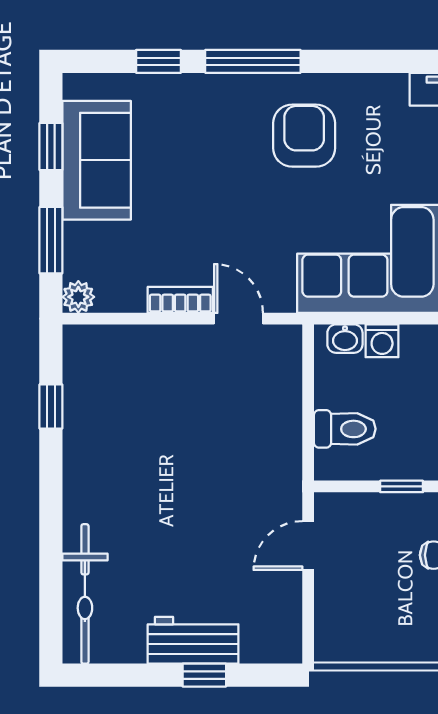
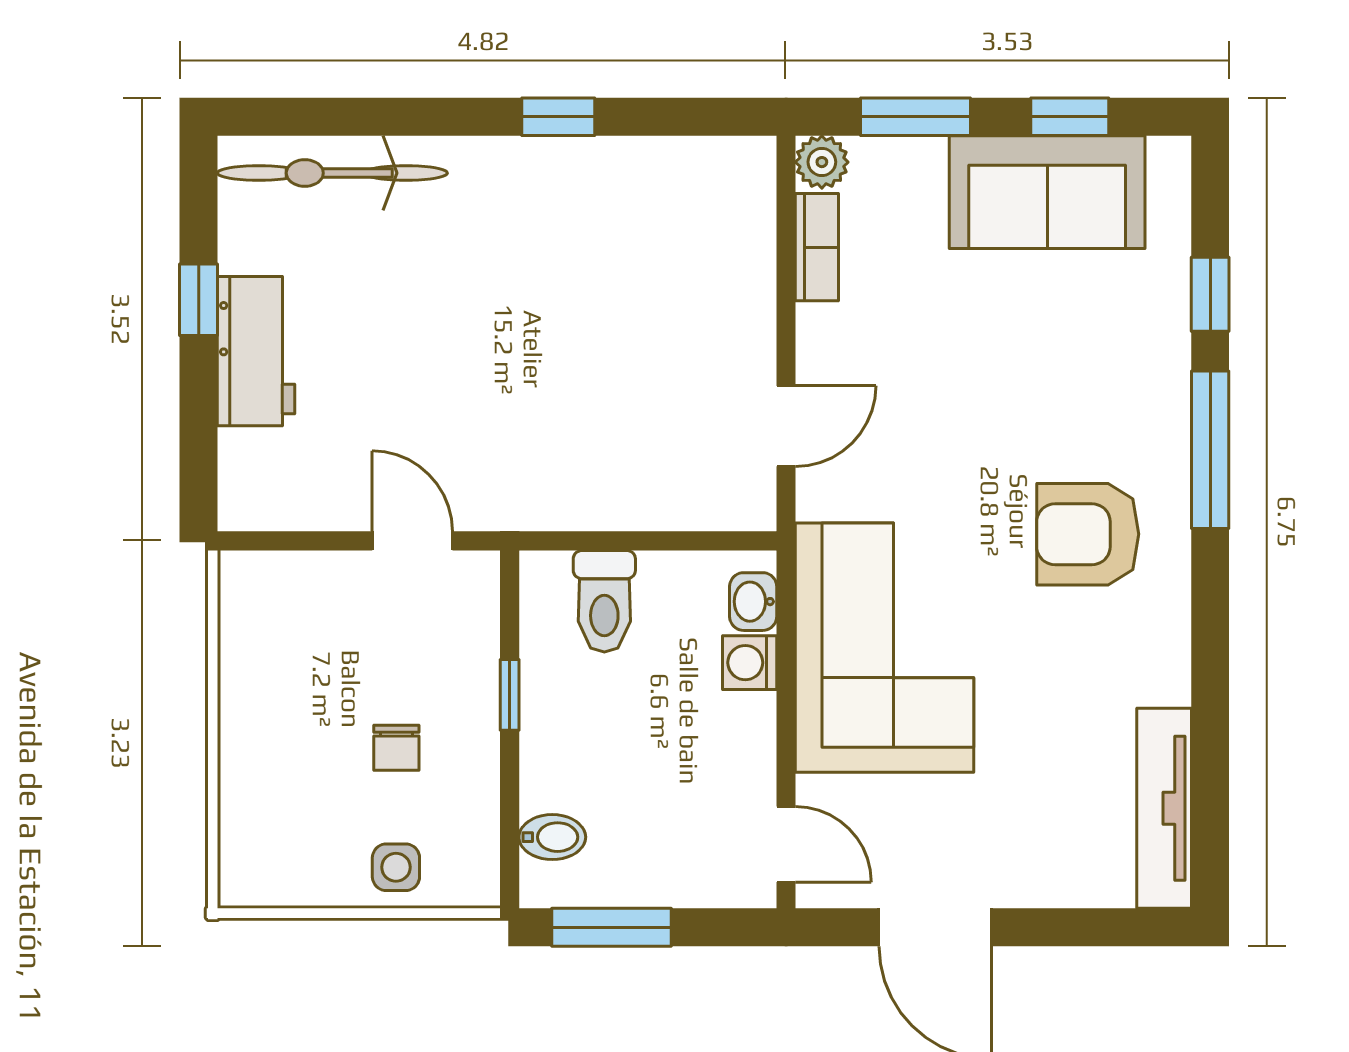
armchair: (304, 136) -> (1088, 534), turned 180
bookcase: (180, 300) -> (817, 247), moved
window: (51, 407) -> (558, 117), moved
window: (204, 675) -> (199, 300), moved

